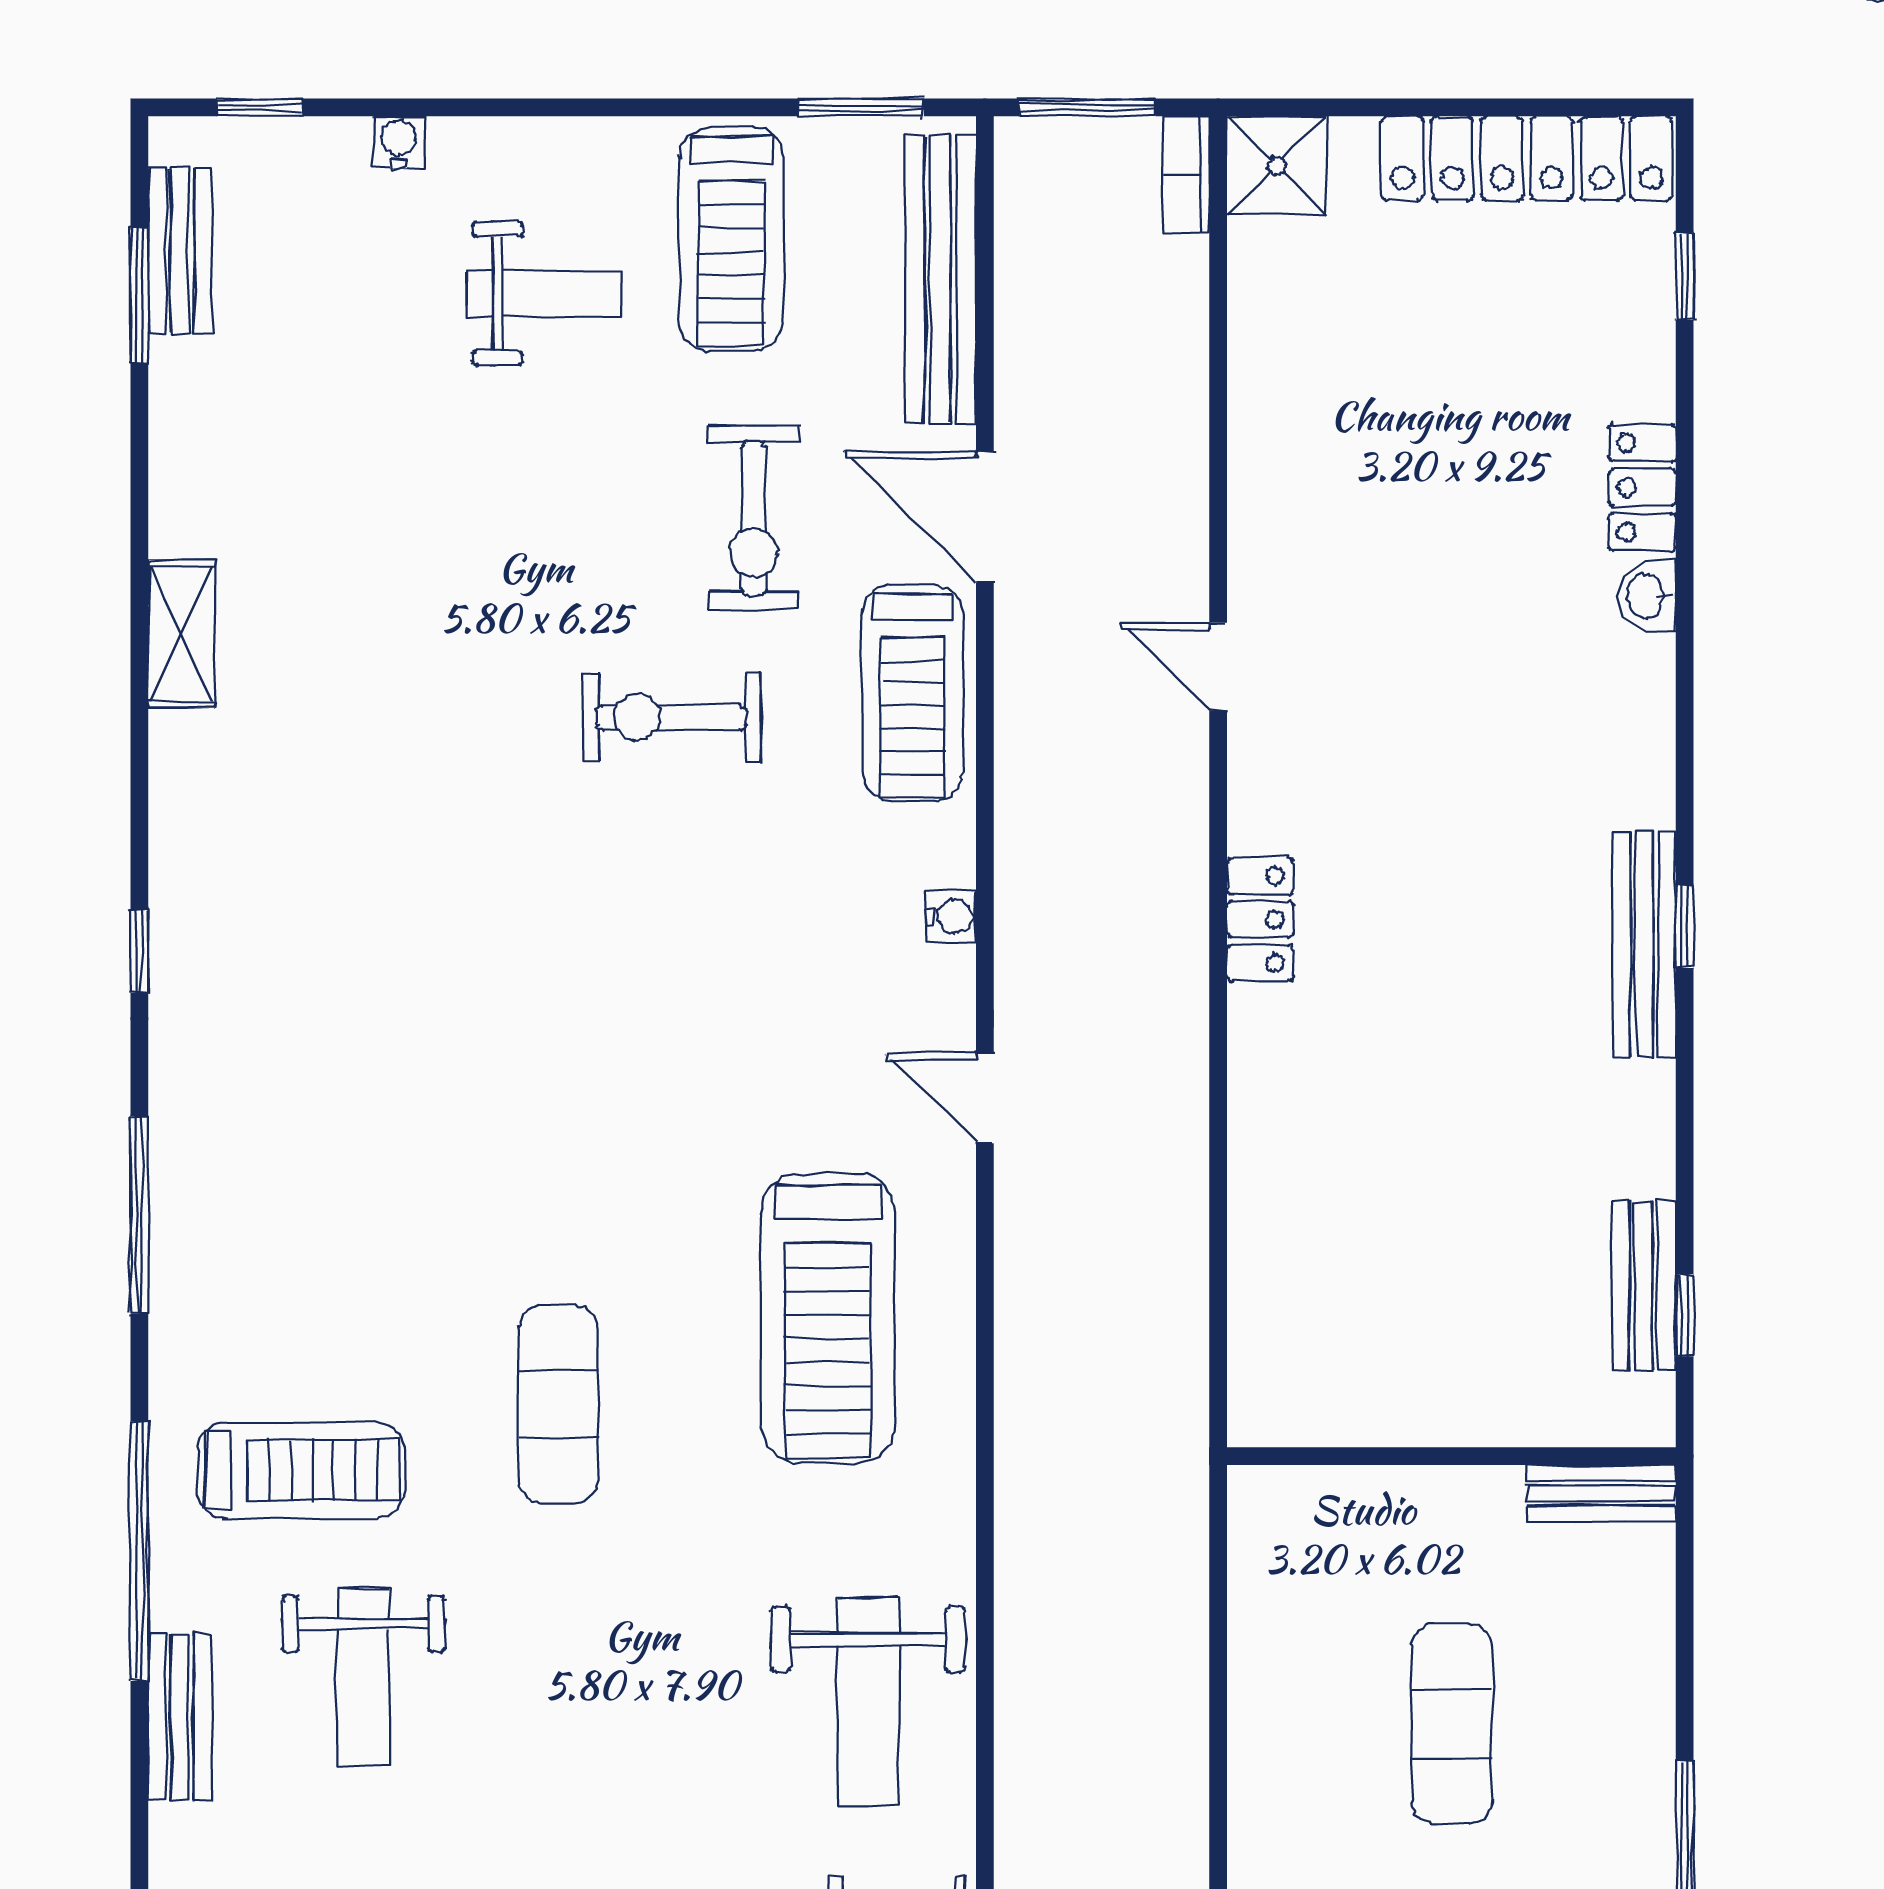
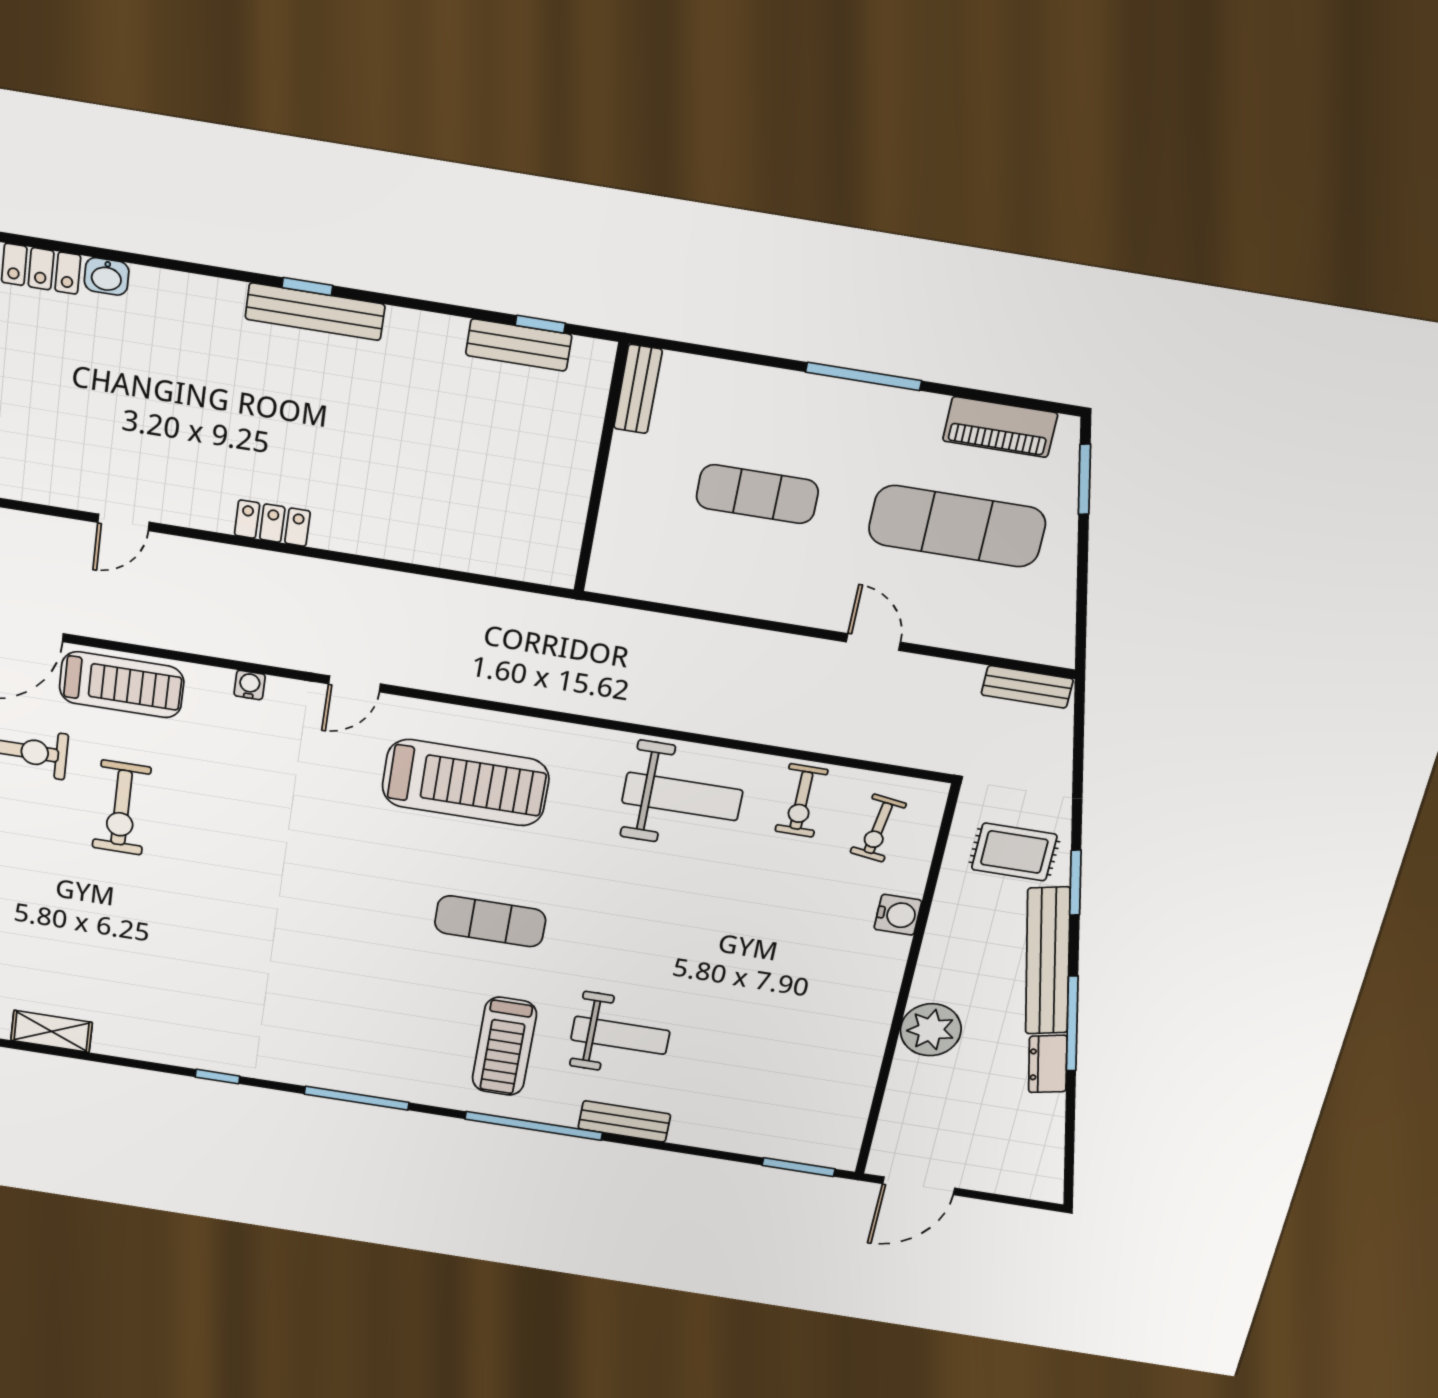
treadmill: (301, 1470) -> (504, 1046), turned 180

